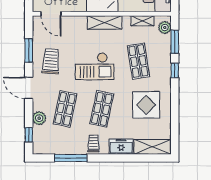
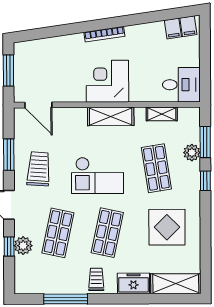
plant: (165, 28) -> (192, 153), moved
window: (29, 135) -> (9, 246), moved

